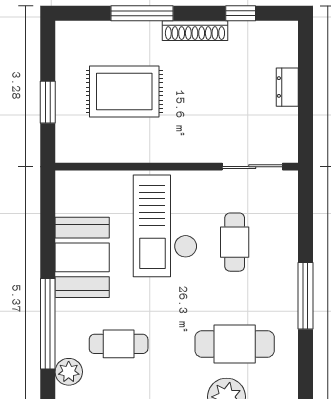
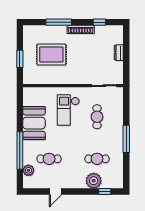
checkout: (165, 226) -> (68, 110), width x0.73, depth x0.83
cafe table: (235, 344) -> (97, 159), width x0.73, depth x0.74

